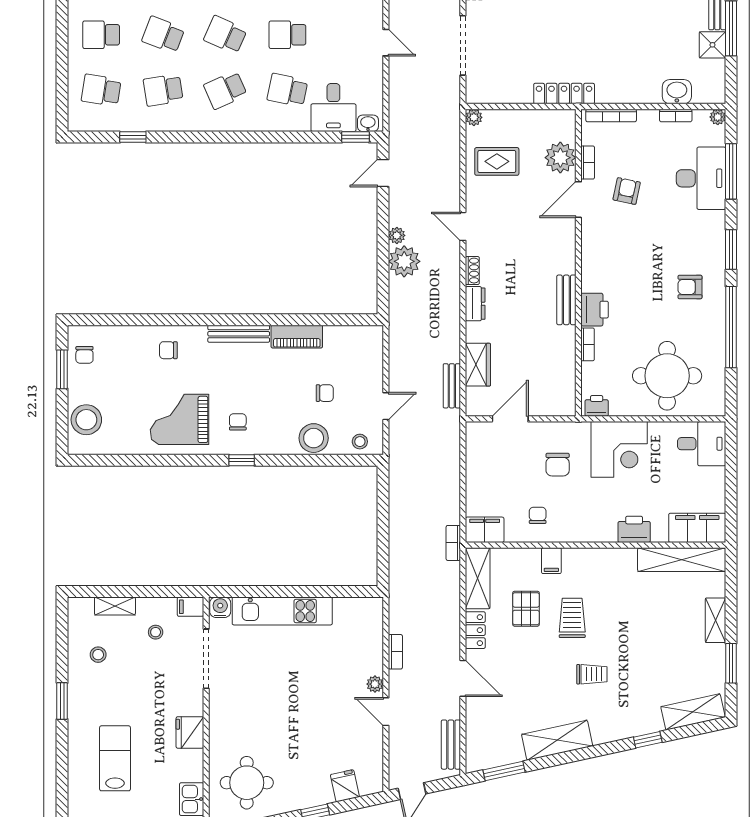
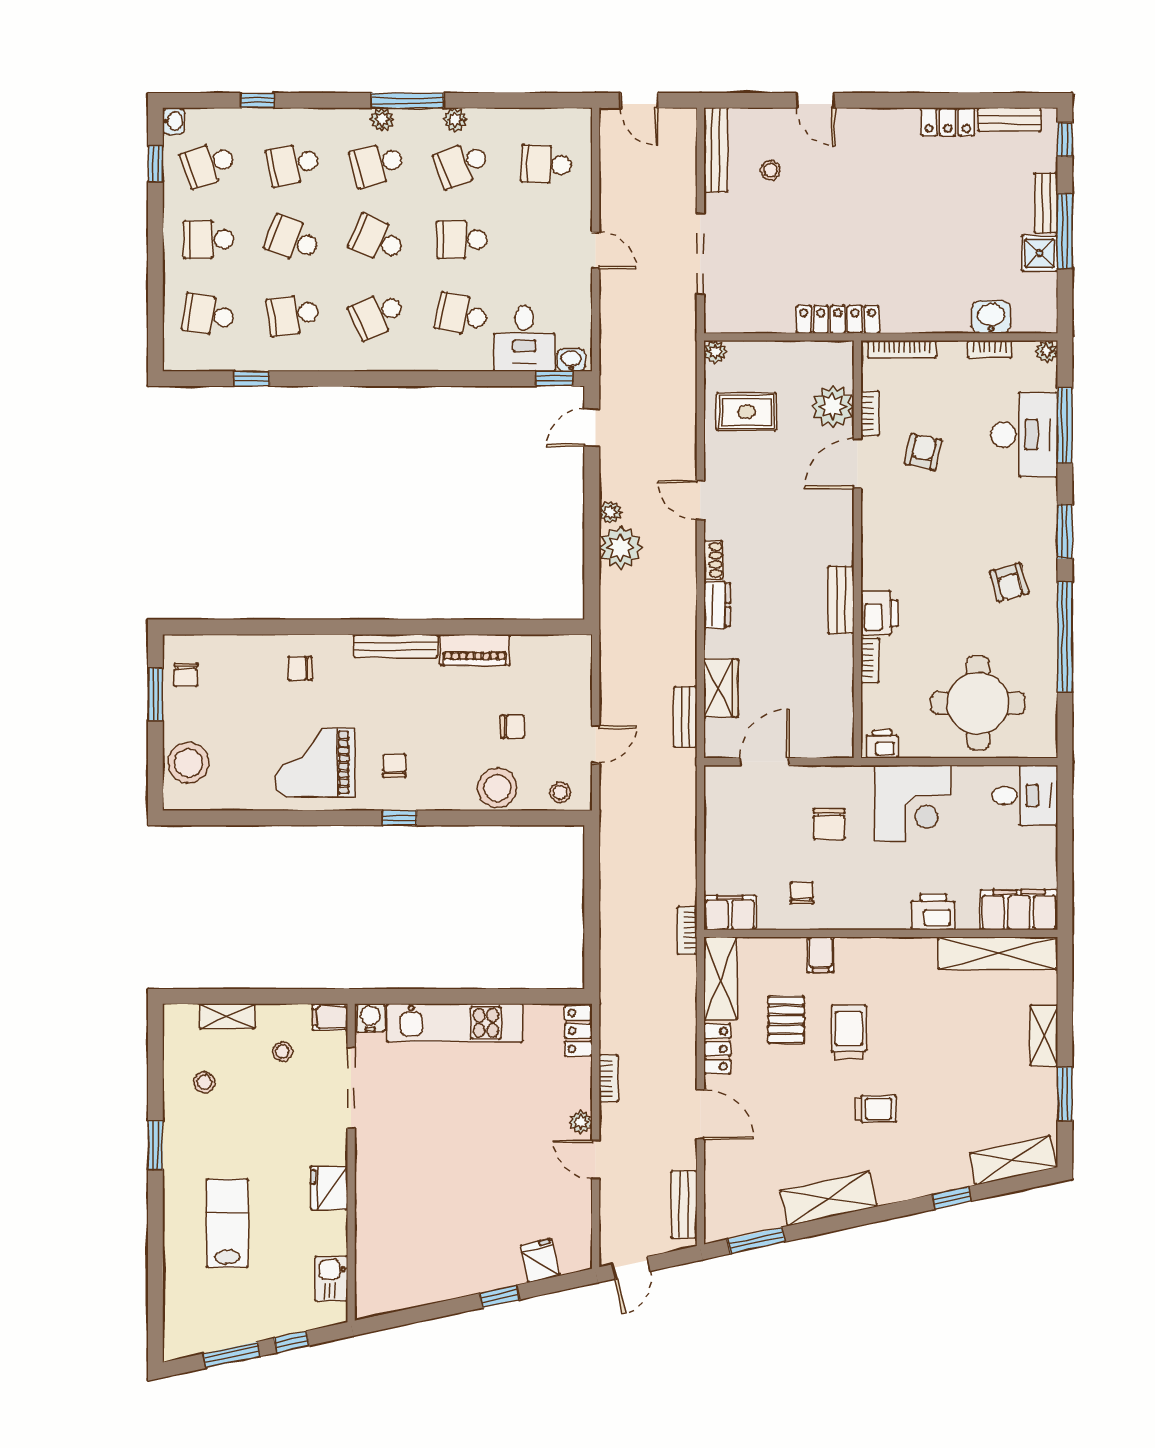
armchair: (690, 287) -> (1009, 582), turned -105
locker: (373, 617) -> (578, 1031), added
round table: (247, 783) -> (406, 1256), removed

